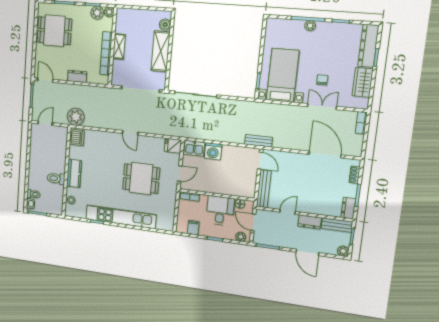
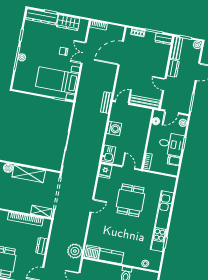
shelving: (119, 47) -> (41, 211), moved
washing machine: (213, 151) -> (114, 128), moved
kitchen counter: (74, 173) -> (111, 256), moved
desk: (220, 211) -> (171, 144), moved, turned 180

